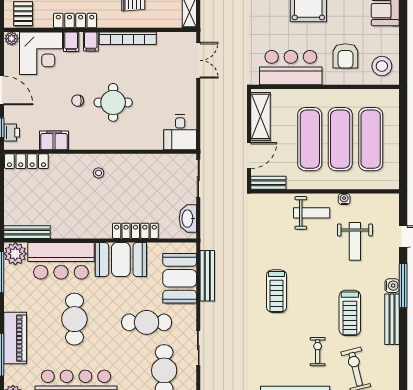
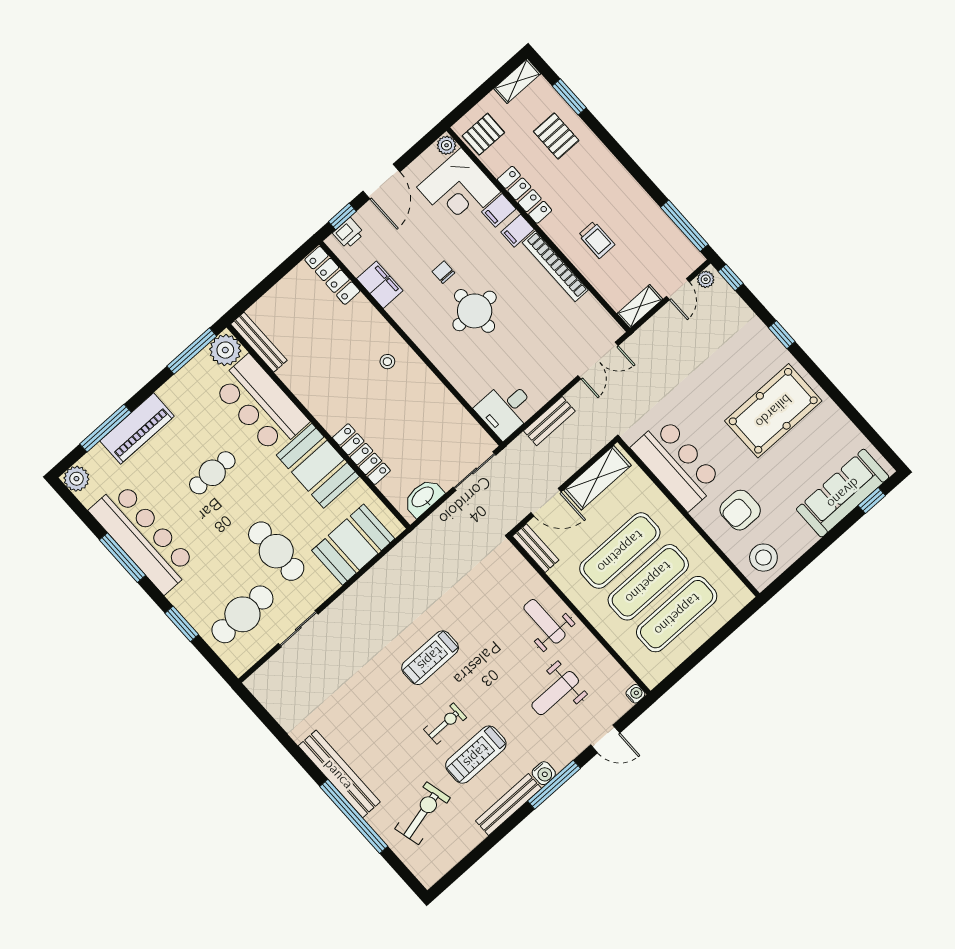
water cooler: (344, 199) -> (635, 694), moved
weight bench: (312, 213) -> (545, 621), turned 180
bench: (207, 276) -> (549, 421), moved, width x0.73
cafe table: (74, 319) -> (212, 473), width x0.73, depth x0.74
exercise bike: (318, 352) -> (445, 723), moved

